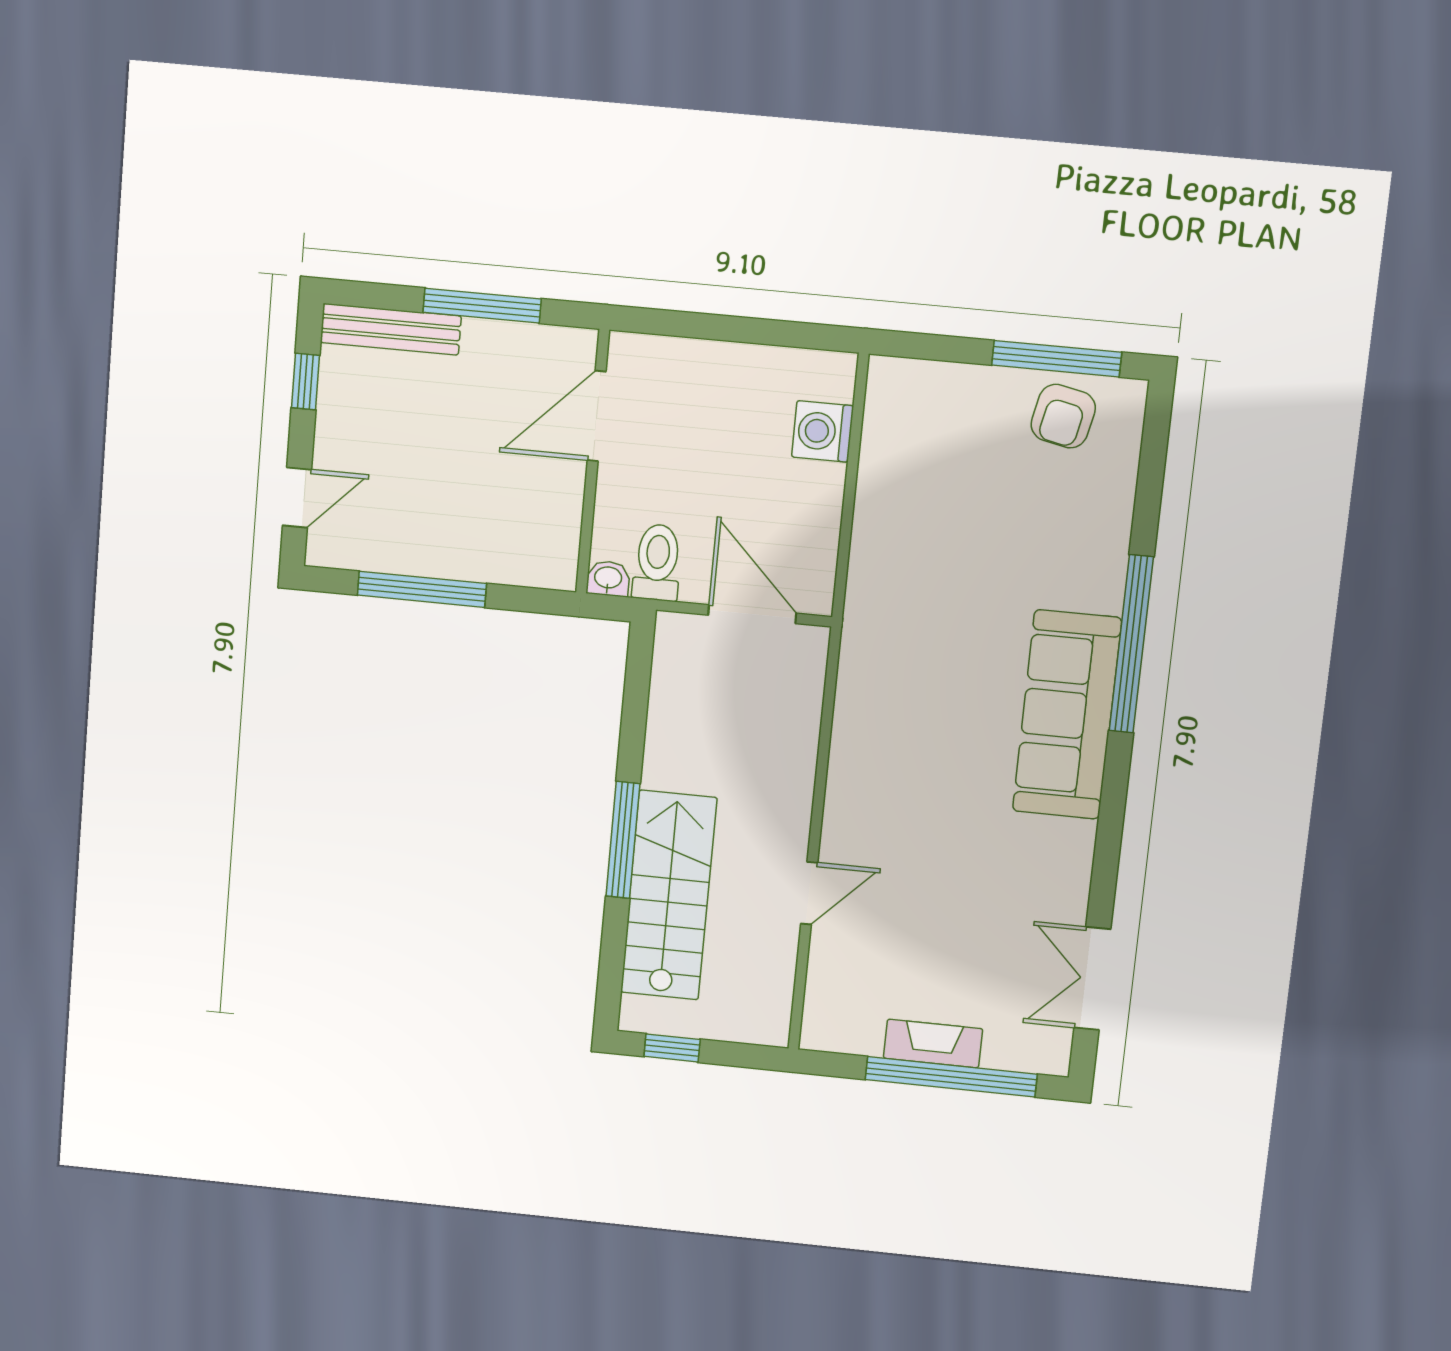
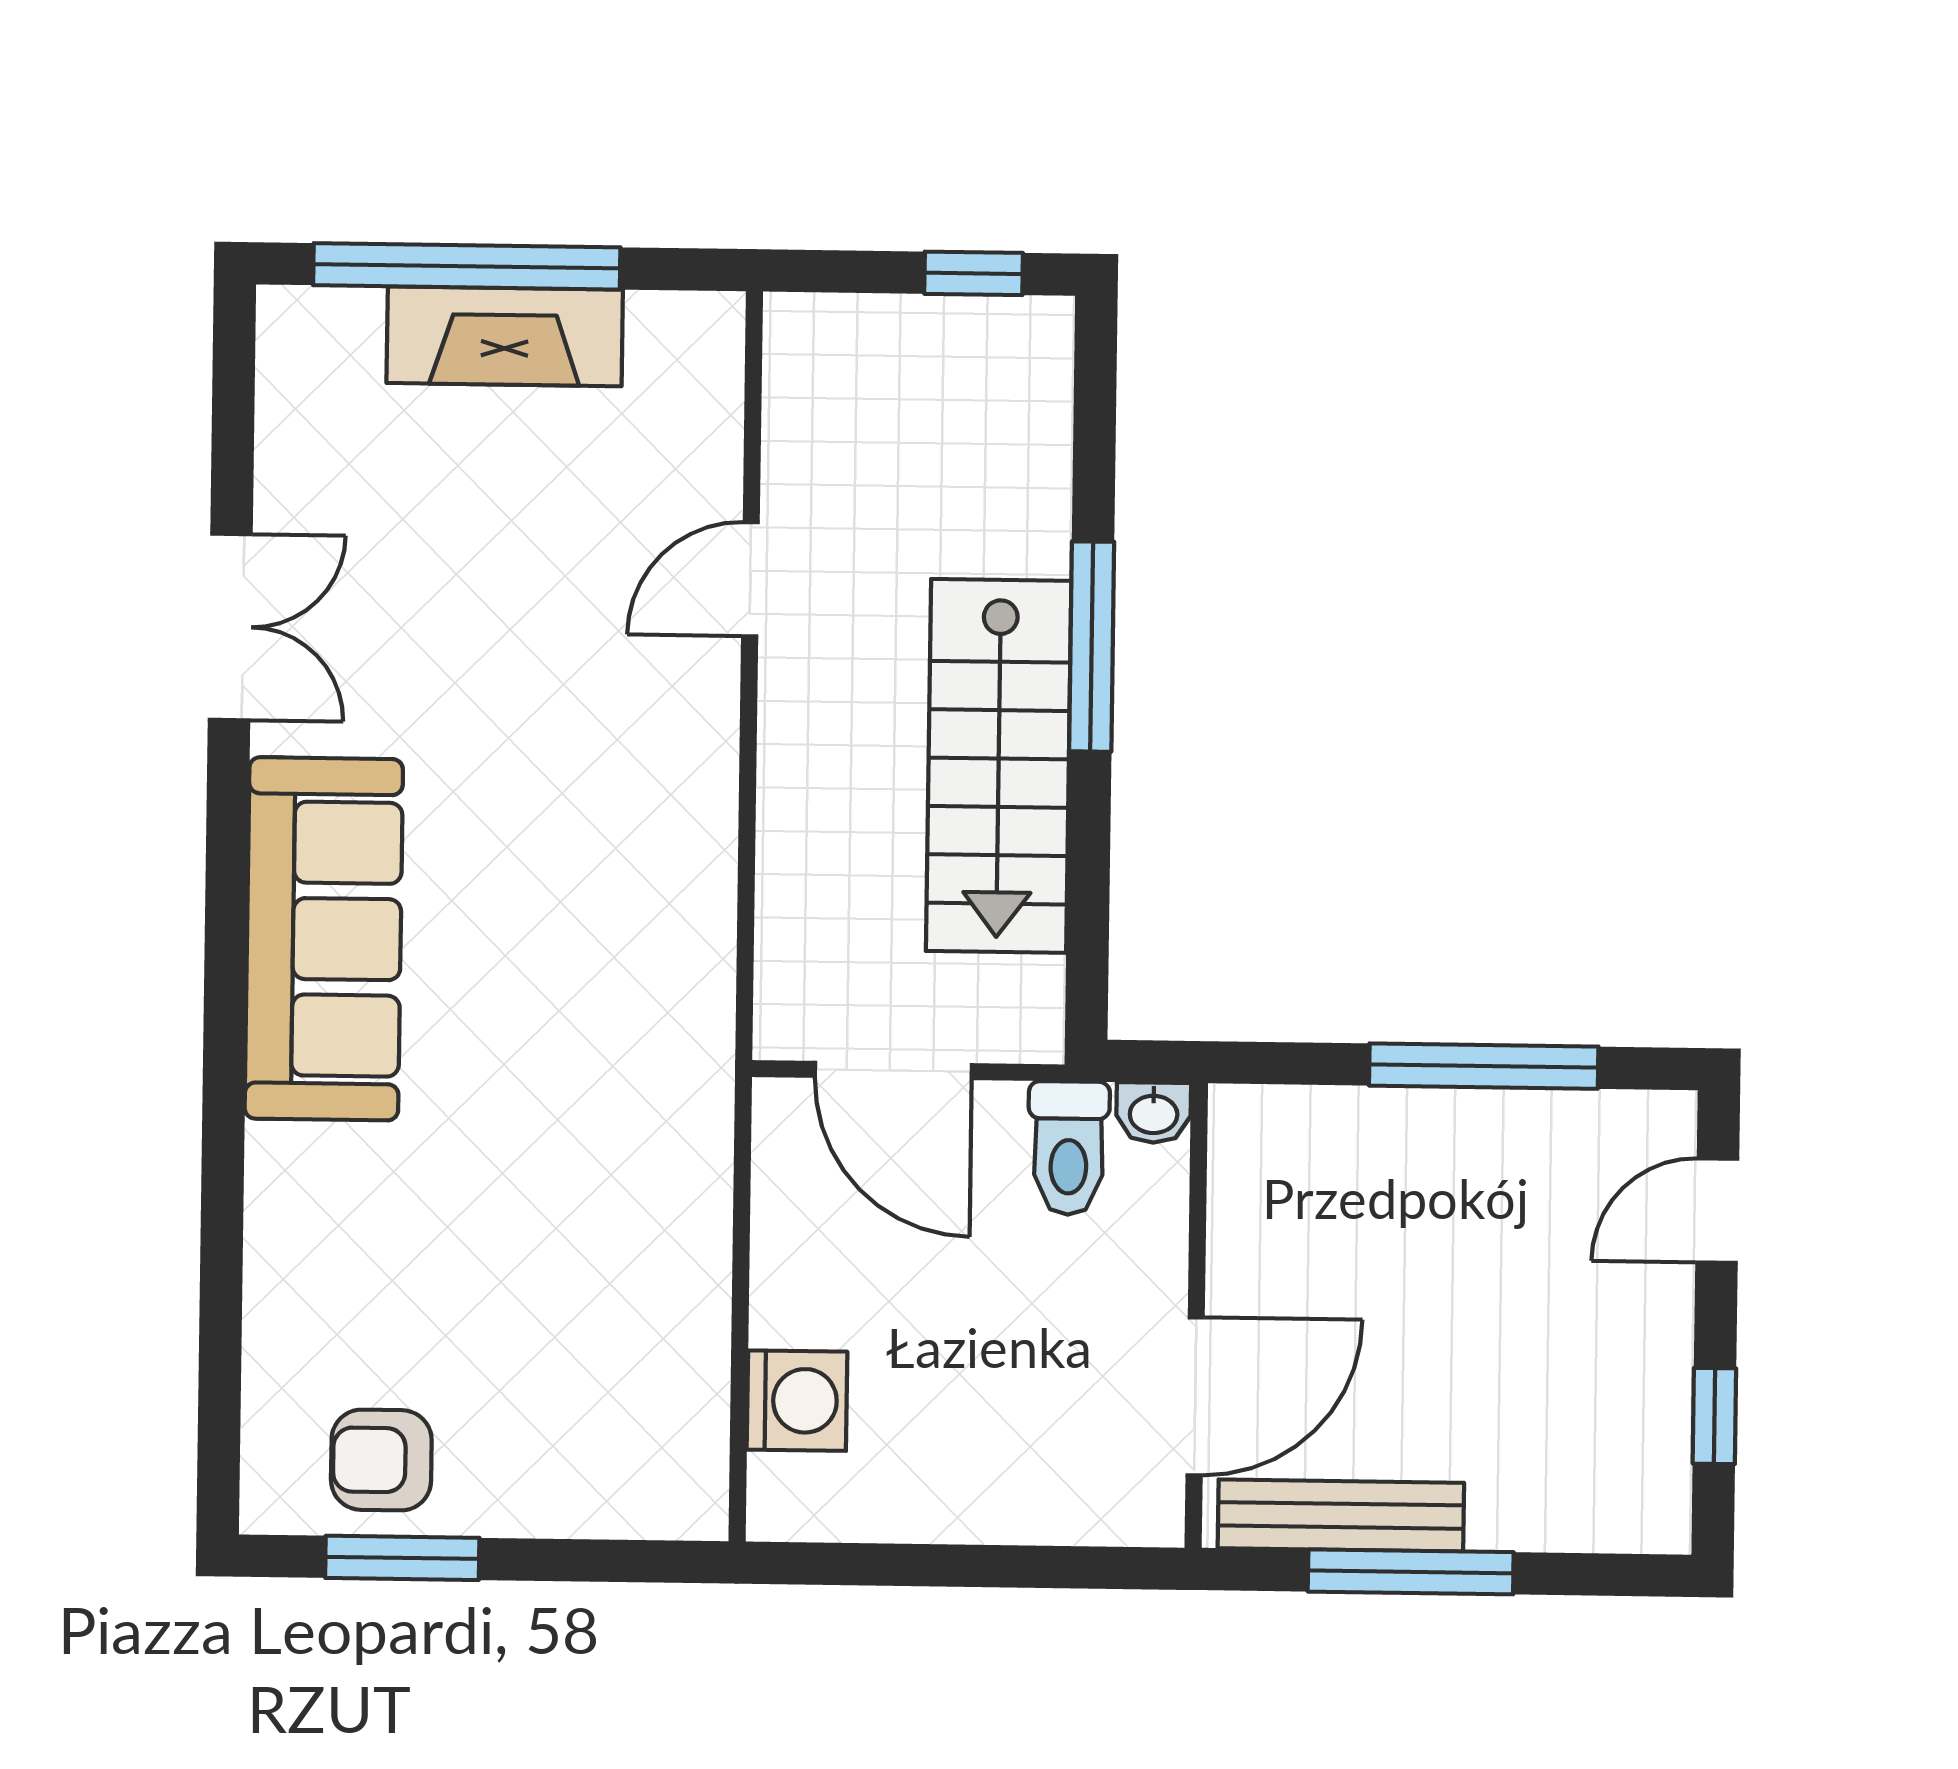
bench: (391, 329) -> (1341, 1515), moved
window: (1057, 359) -> (402, 1558), width x0.69
armchair: (1063, 416) -> (381, 1460), turned -102
window: (1131, 644) -> (224, 1073), removed
stairs: (669, 895) -> (999, 766), moved
double door: (1092, 978) -> (230, 627), moved
fireplace: (933, 1043) -> (505, 336), width x1.37, depth x1.32

